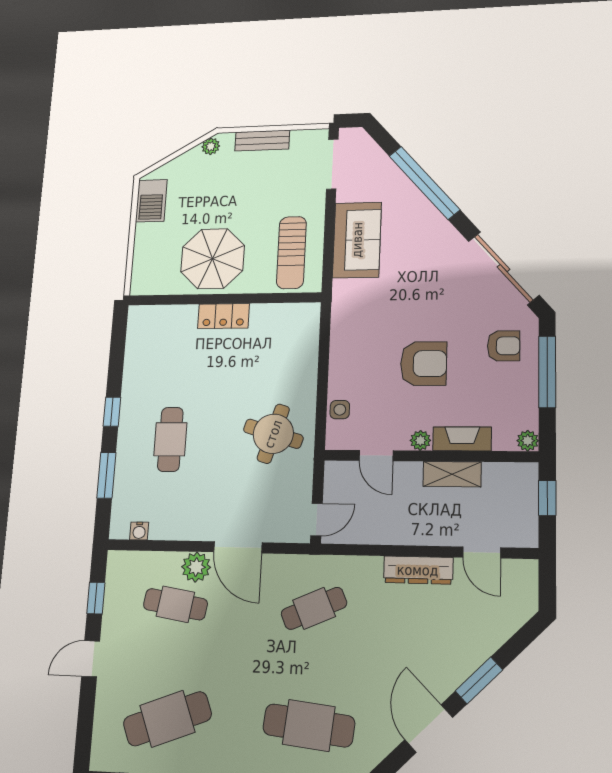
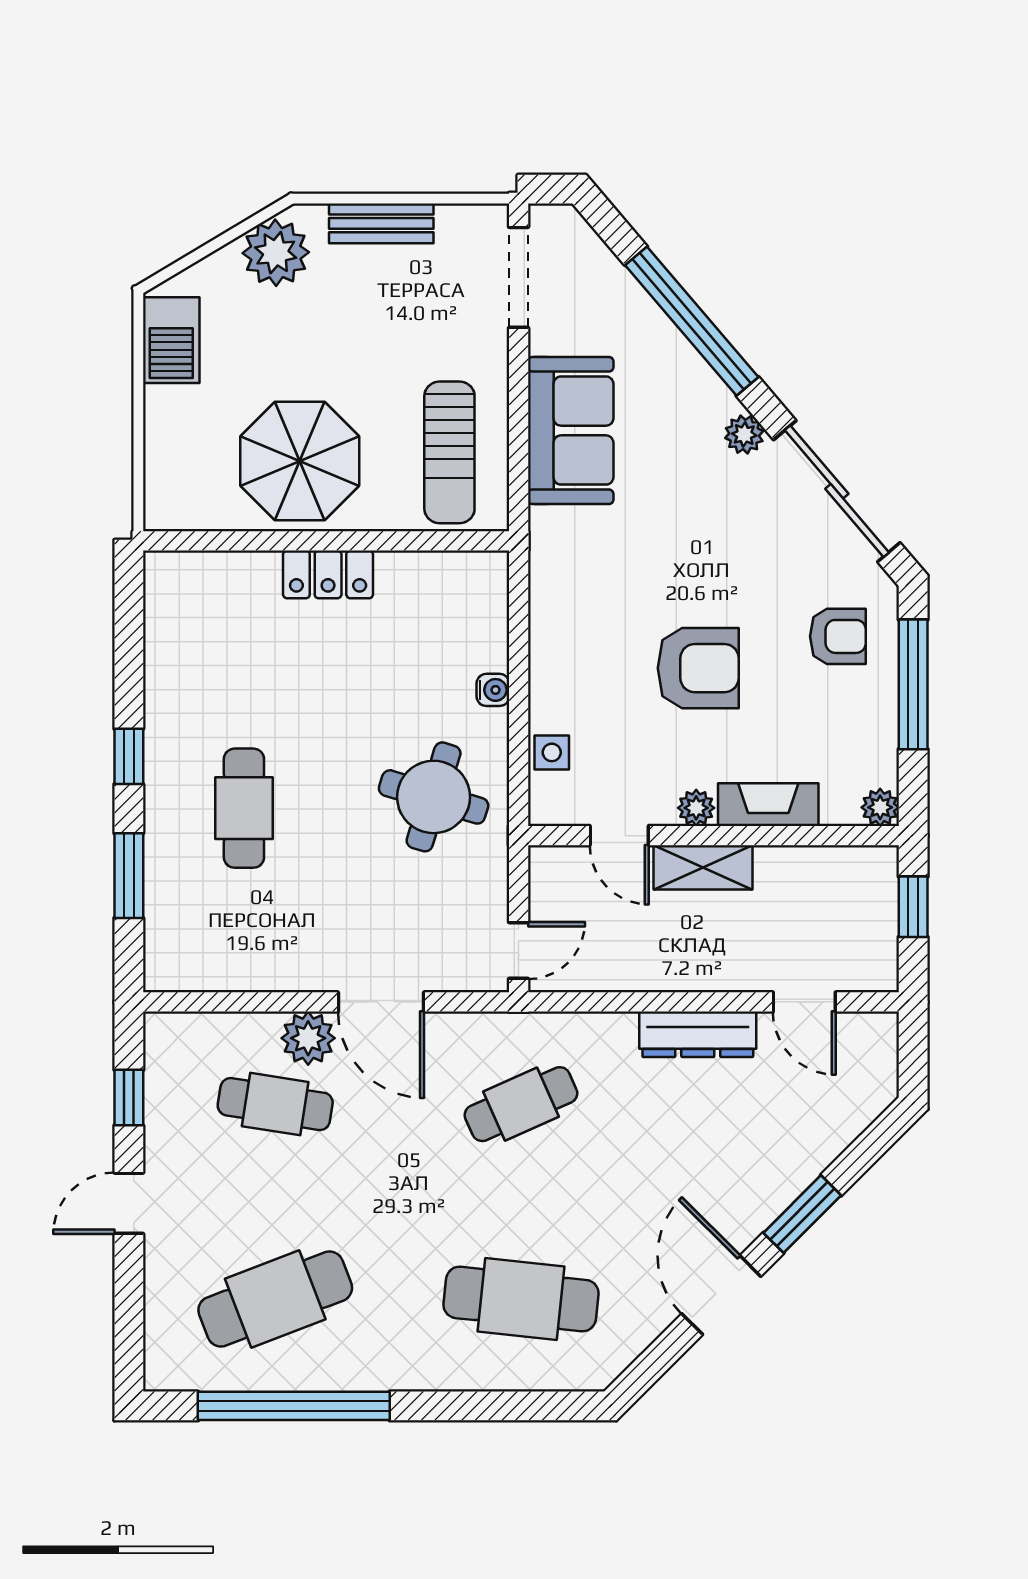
plant: (211, 146) -> (276, 253), width x1.87, depth x1.87
plant: (452, 240) -> (744, 435), added
shelving: (452, 474) -> (703, 867), moved
water cooler: (139, 531) -> (493, 690), moved, turned -90

